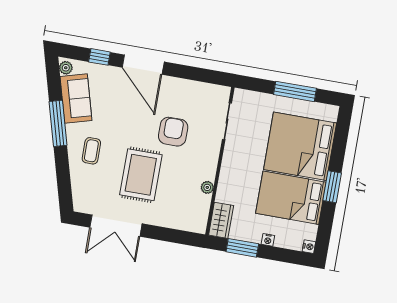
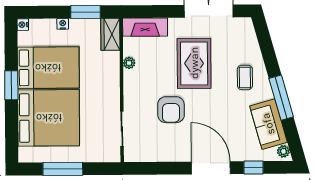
fireplace: (184, 221) -> (145, 27), added

